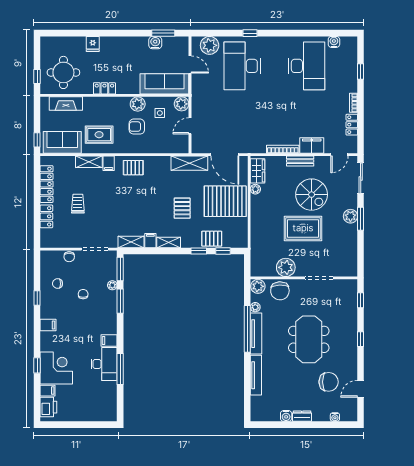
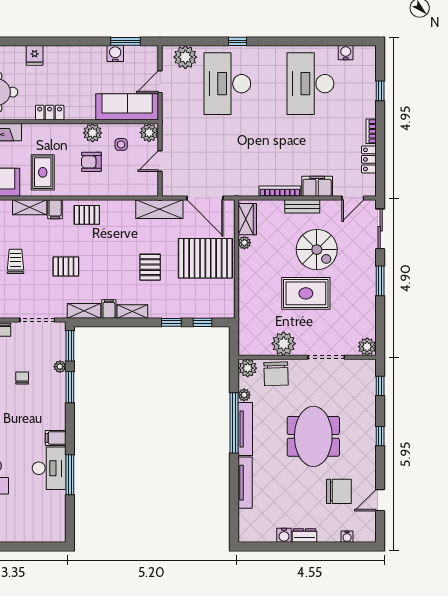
door: (190, 64) -> (160, 82), swing flipped
desk: (307, 66) -> (310, 84), turned 180
rug: (99, 135) -> (43, 172), turned 90
plant: (350, 216) -> (367, 347), moved
pallet: (212, 239) -> (66, 266), moved

